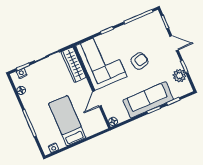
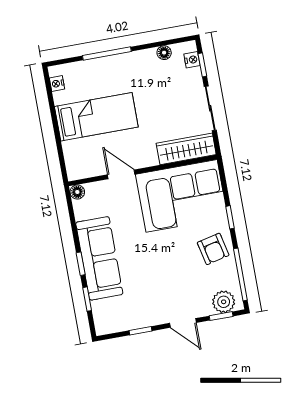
door: (174, 43) -> (183, 323), hinge flipped
armchair: (139, 61) -> (213, 249), moved
plant: (179, 76) -> (224, 302), moved

